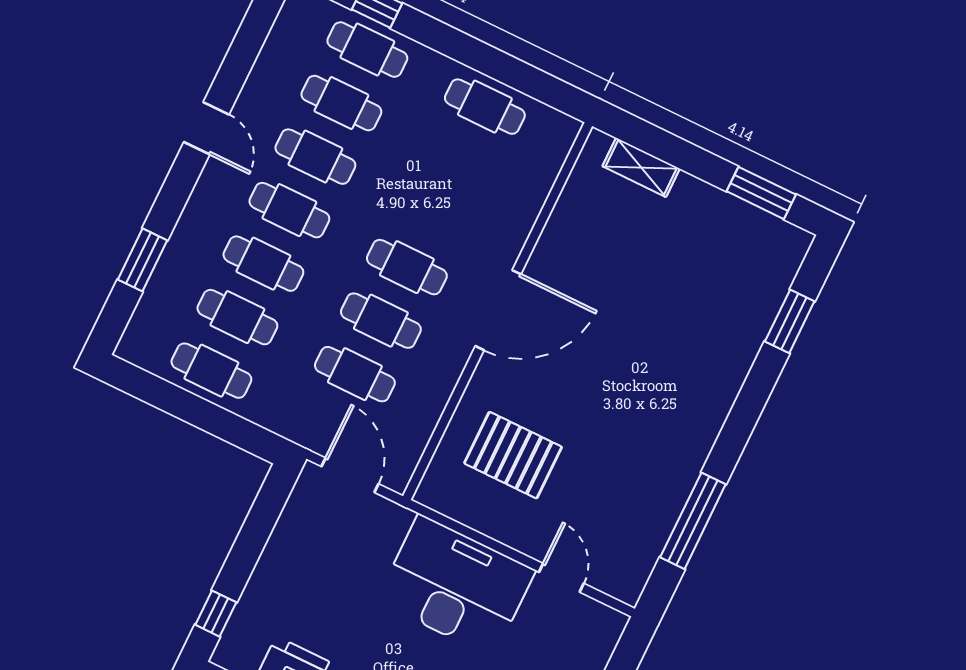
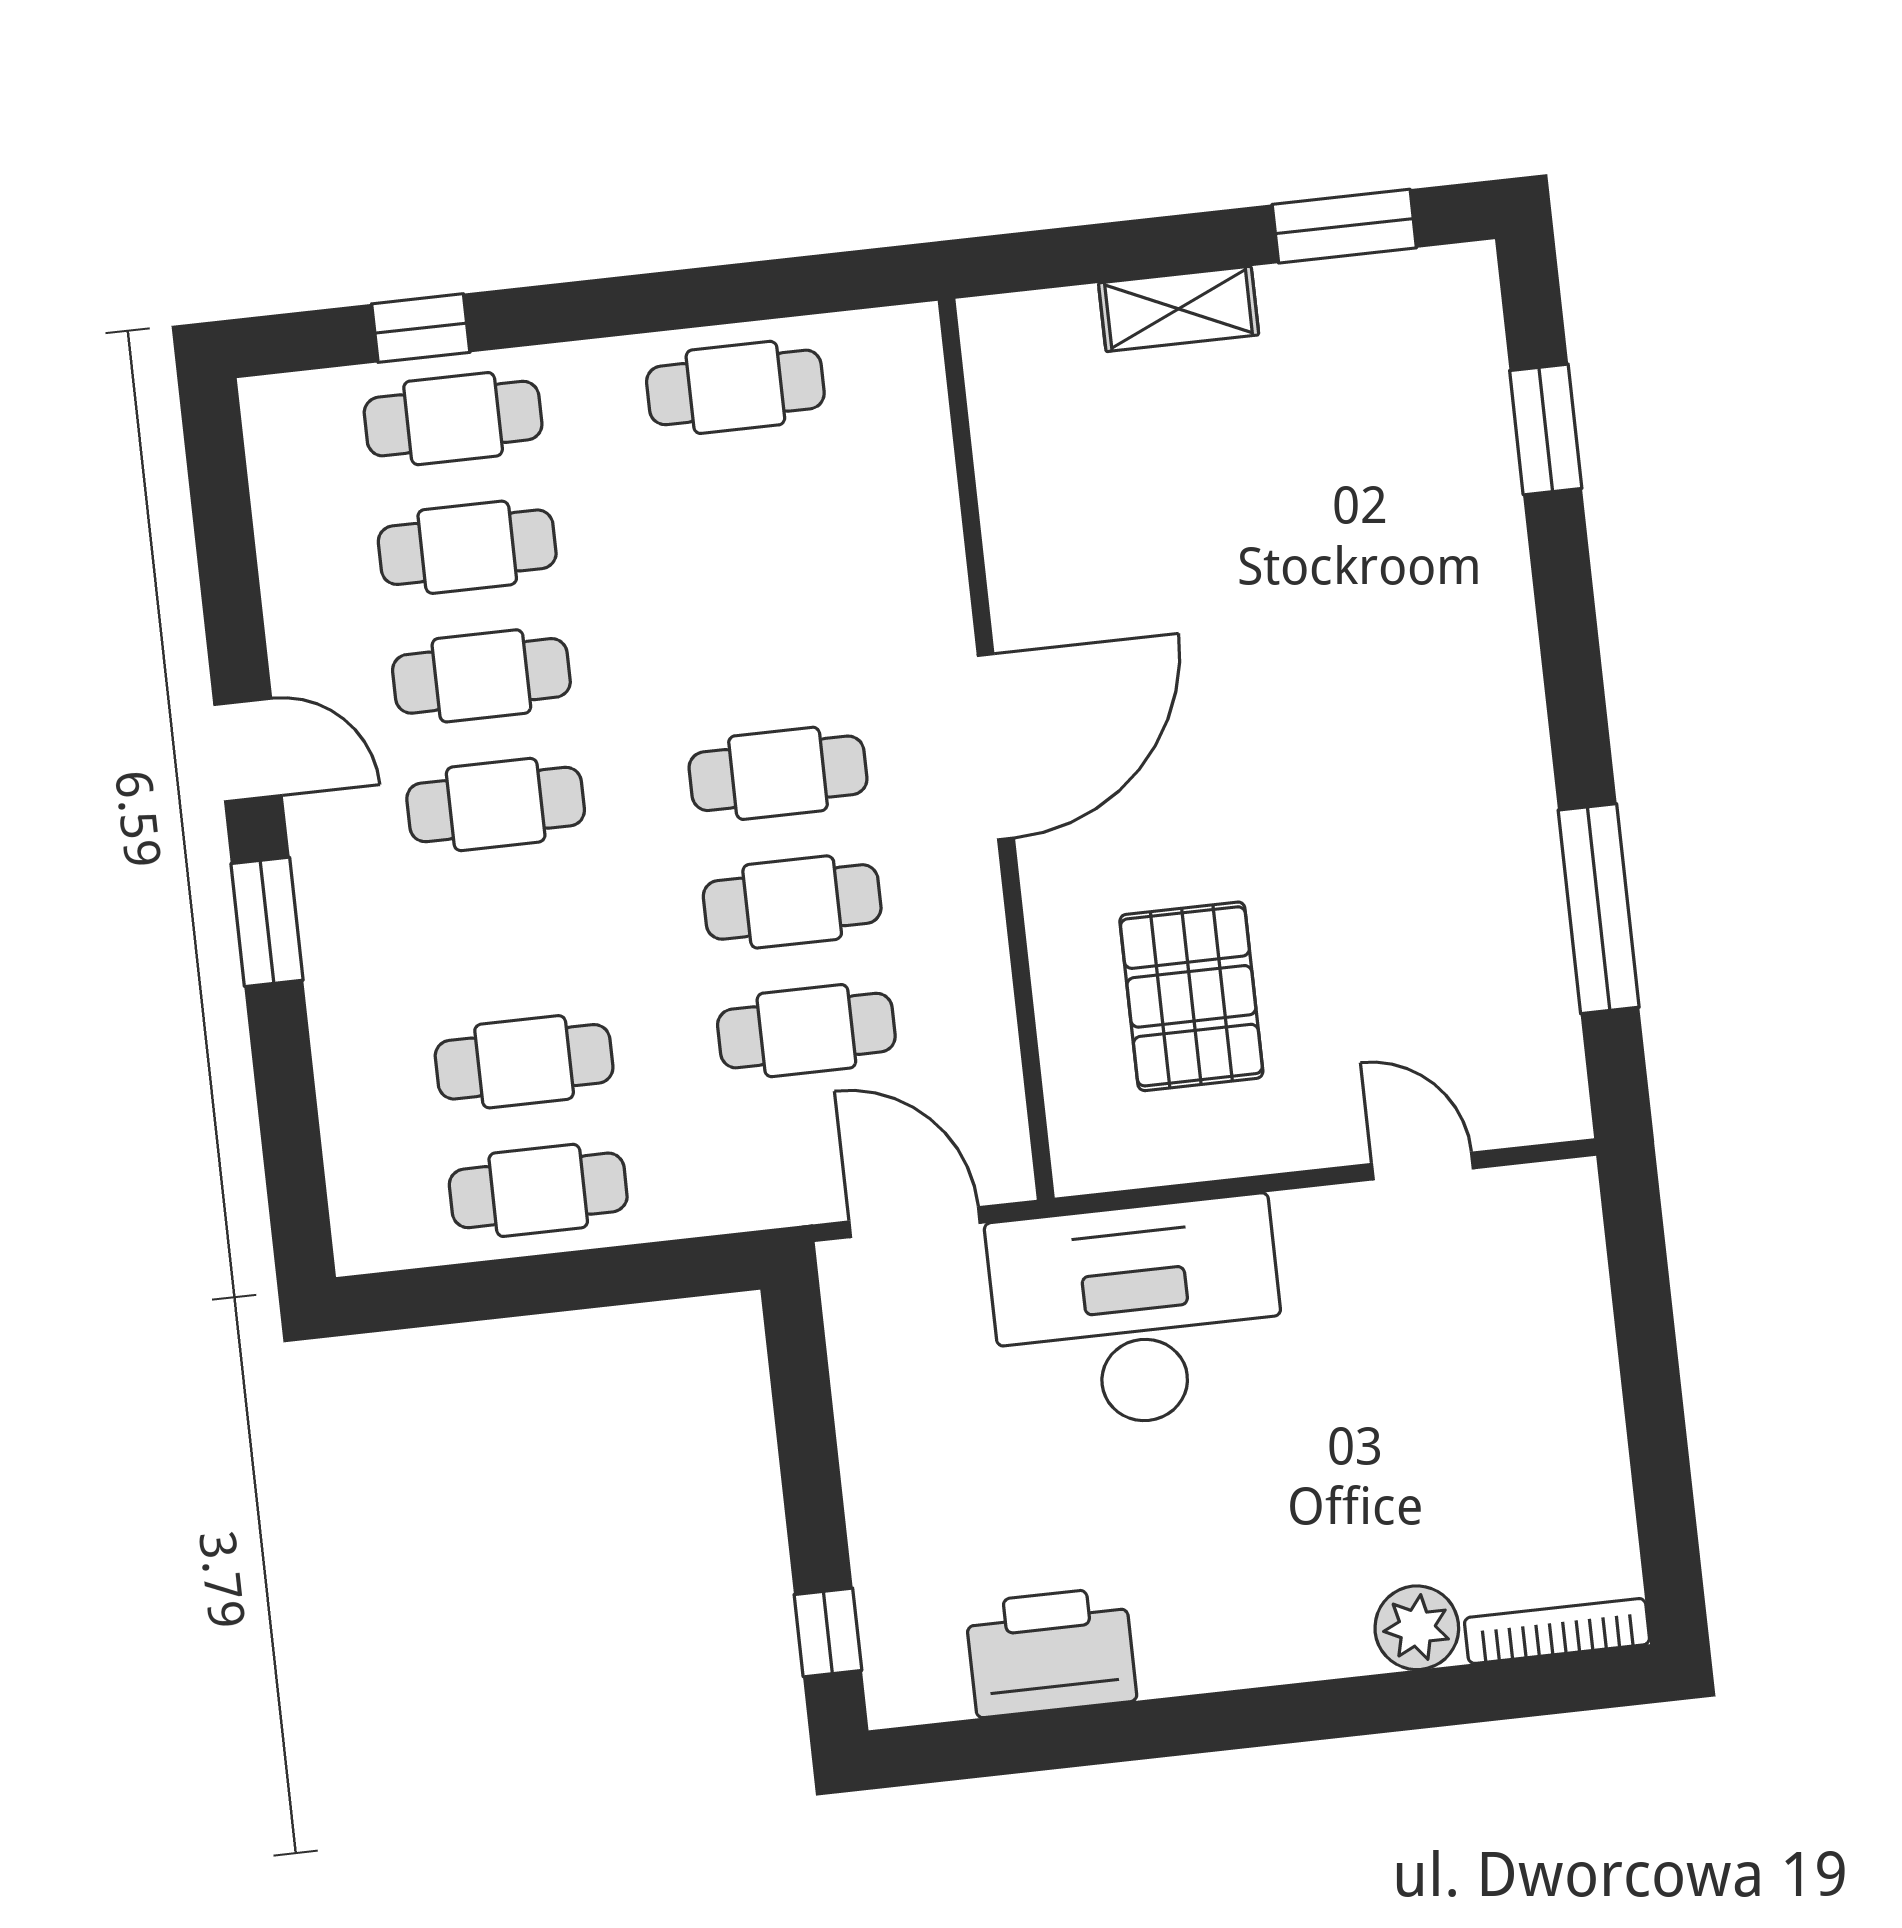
shelving: (641, 167) -> (1179, 309), moved
window: (142, 260) -> (267, 922), moved
cafe table: (263, 264) -> (510, 933), removed
pallet: (513, 455) -> (1191, 996), turned 90
desk: (456, 586) -> (1137, 1314), moved

